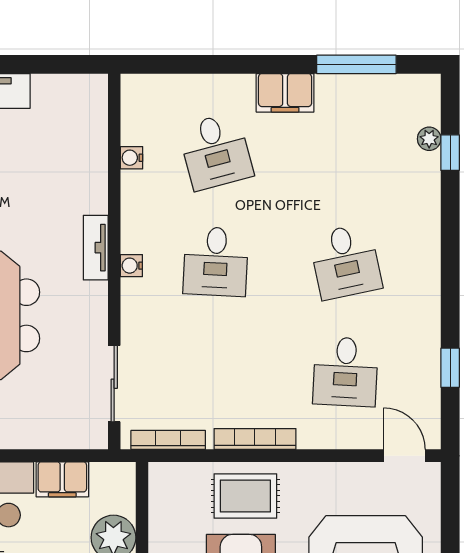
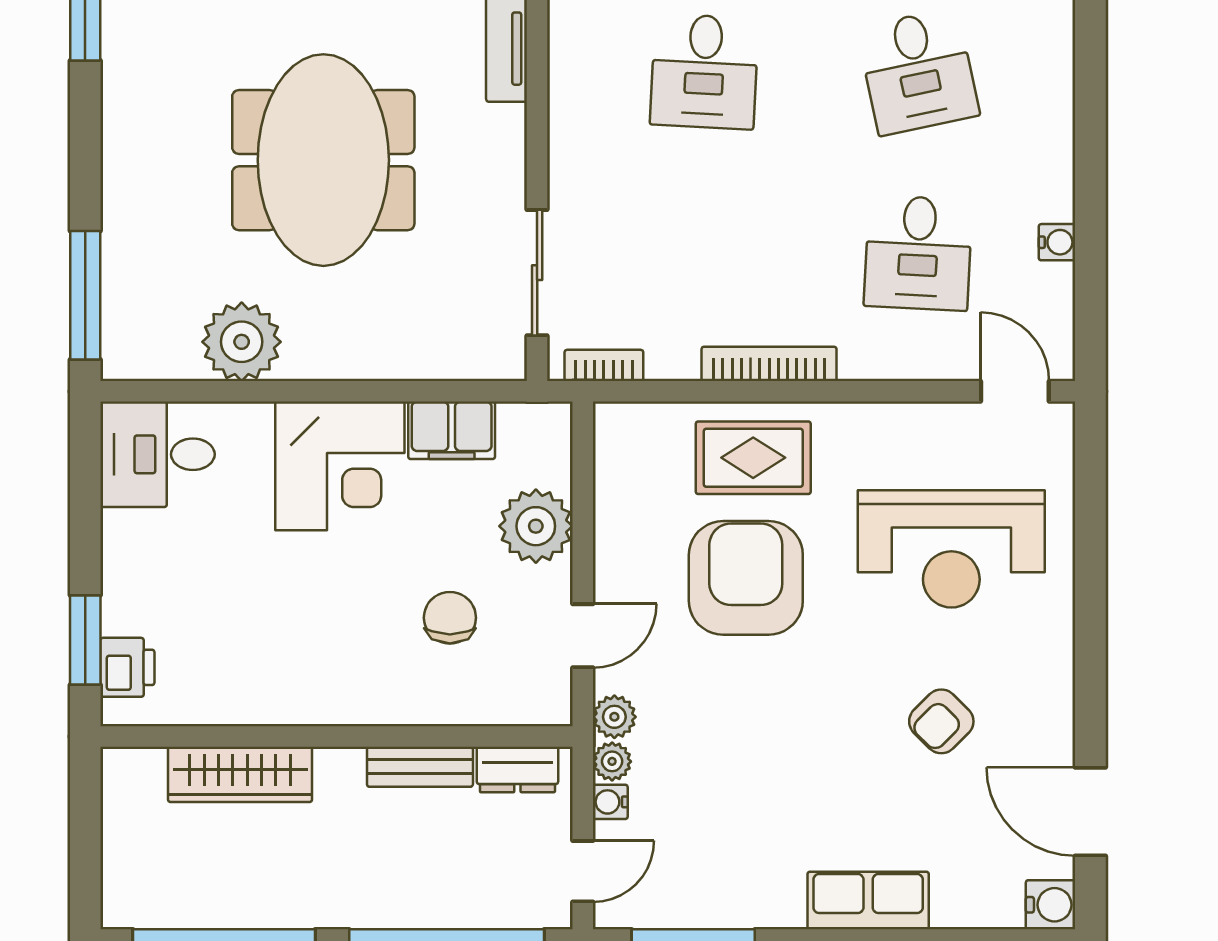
water cooler: (131, 266) -> (1057, 242), moved, turned 180
window: (450, 368) -> (1090, 246), removed
bookcase: (168, 440) -> (604, 365), width x0.64

